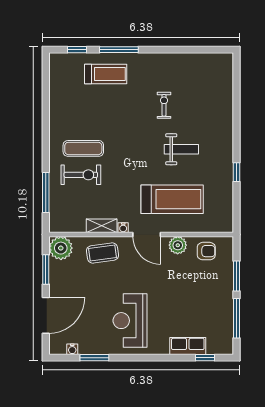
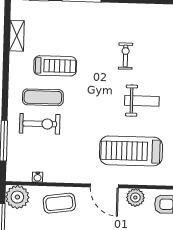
treadmill: (106, 74) -> (55, 66), moved
treadmill: (172, 199) -> (131, 151), turned 180
shelving: (102, 226) -> (17, 36), moved, turned 90
water cooler: (123, 228) -> (38, 177), moved

